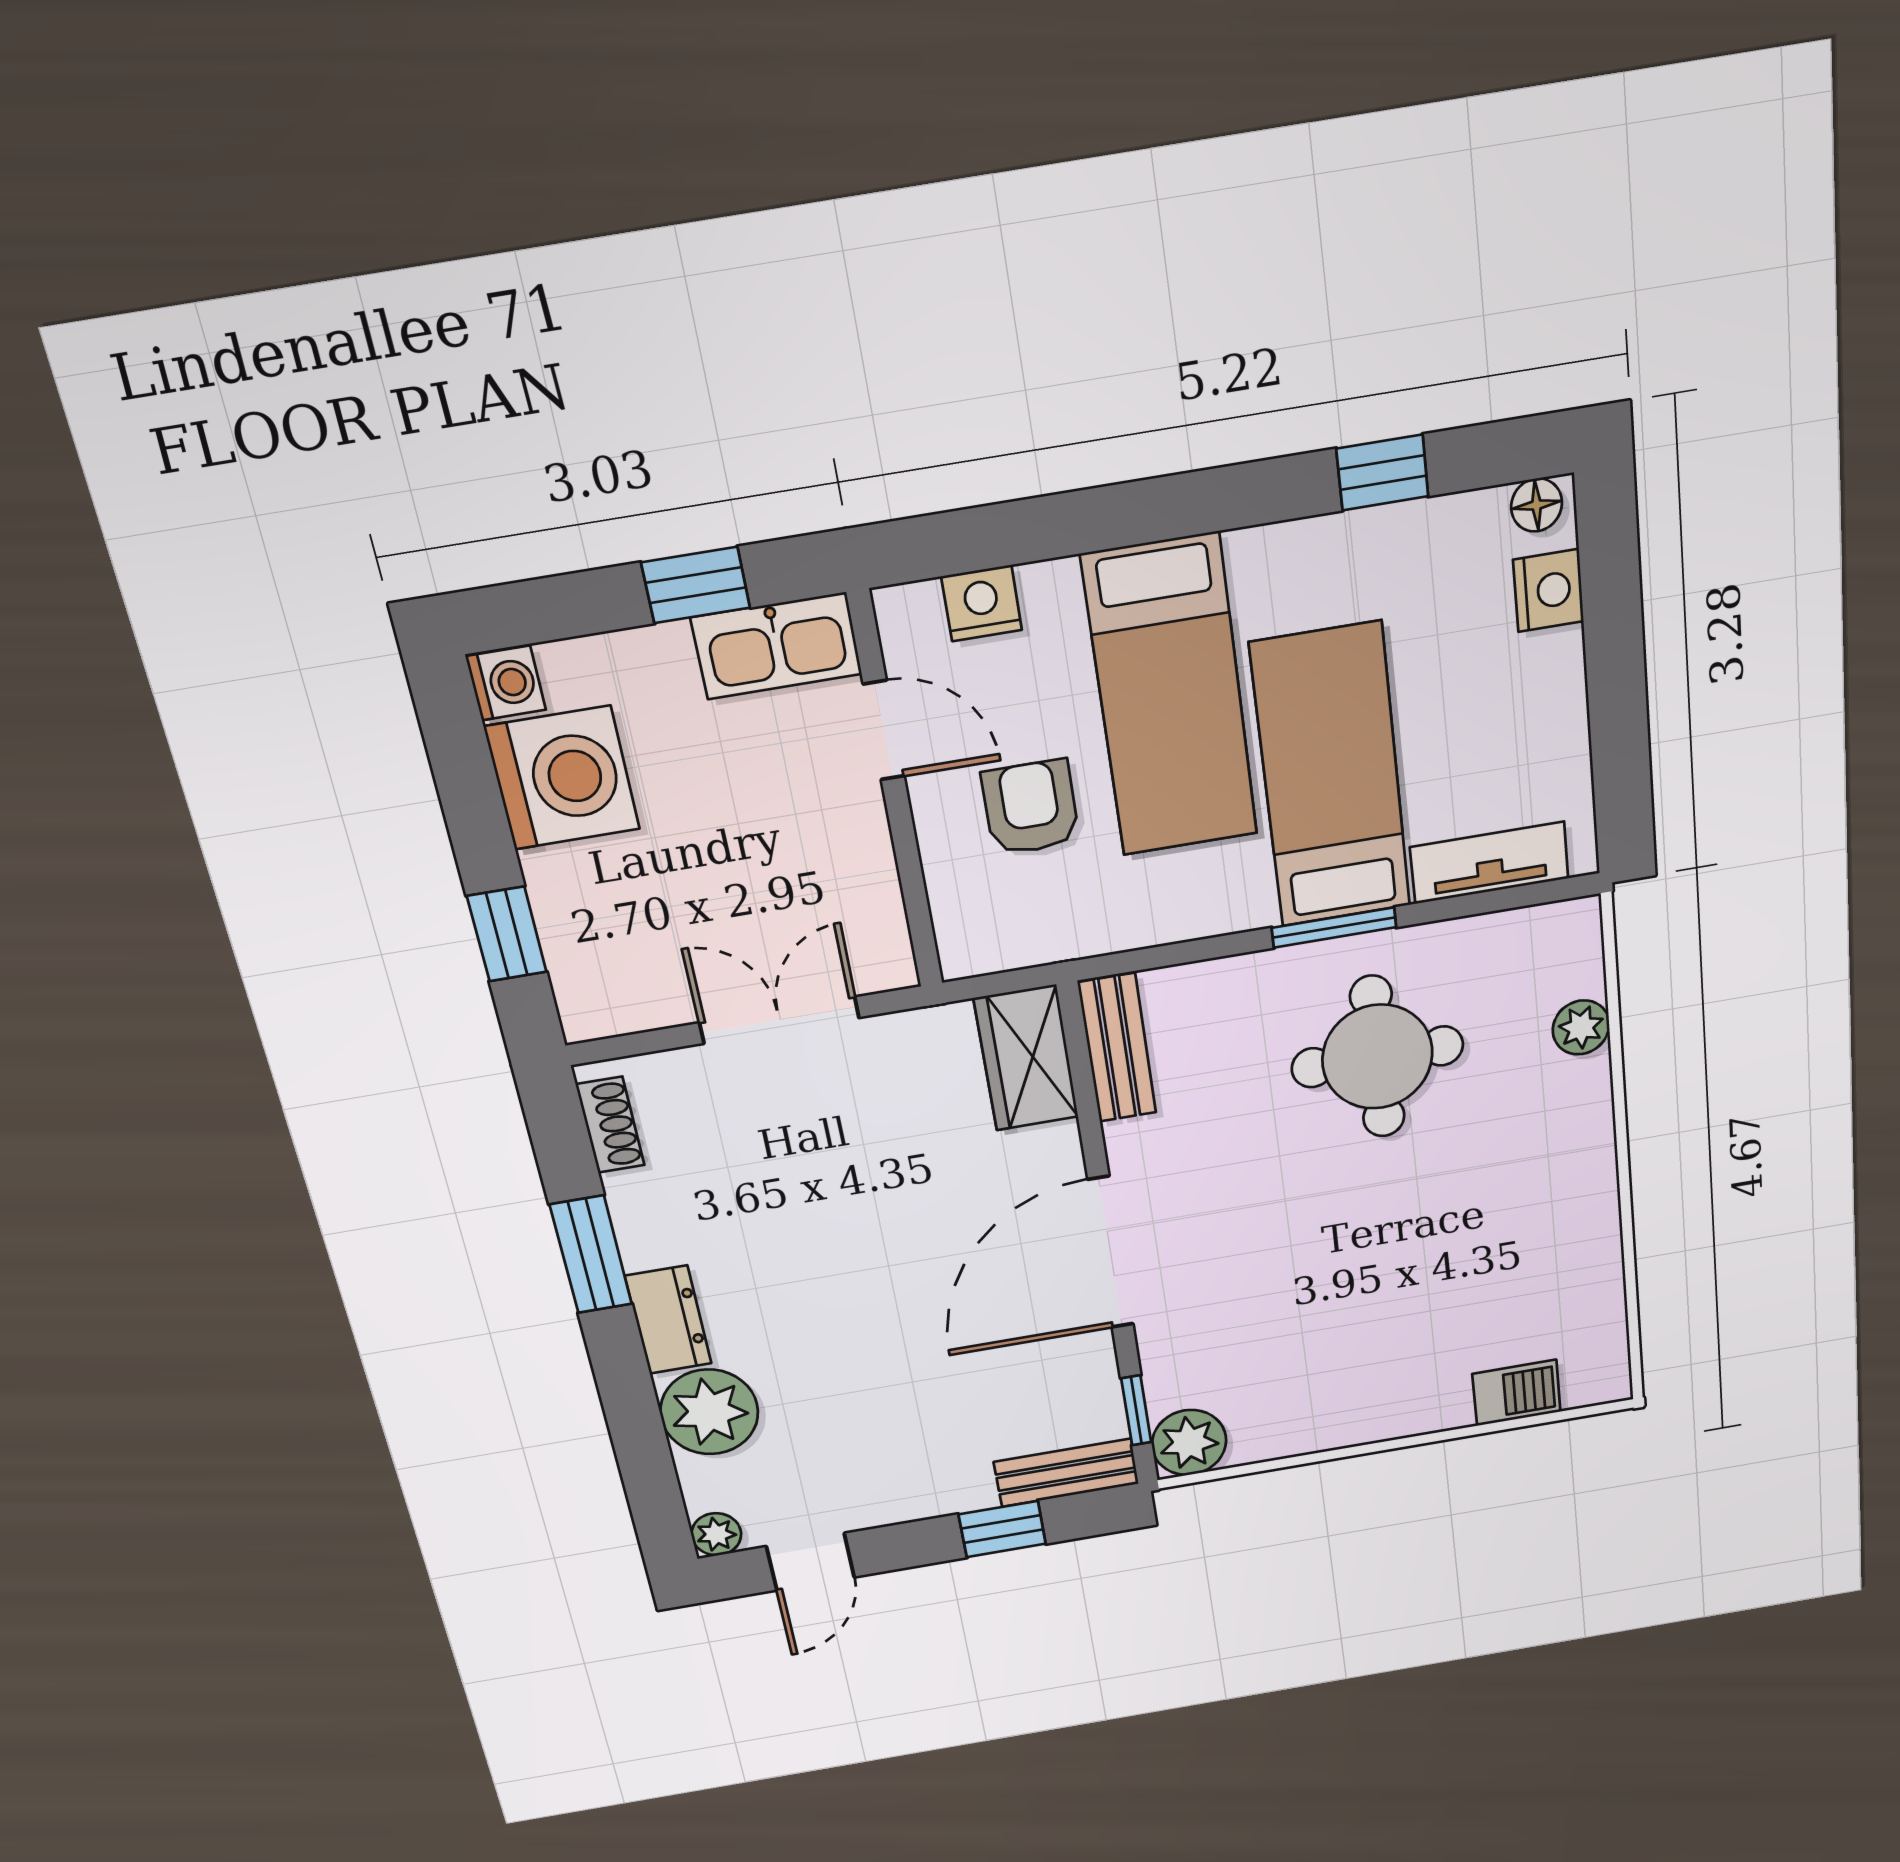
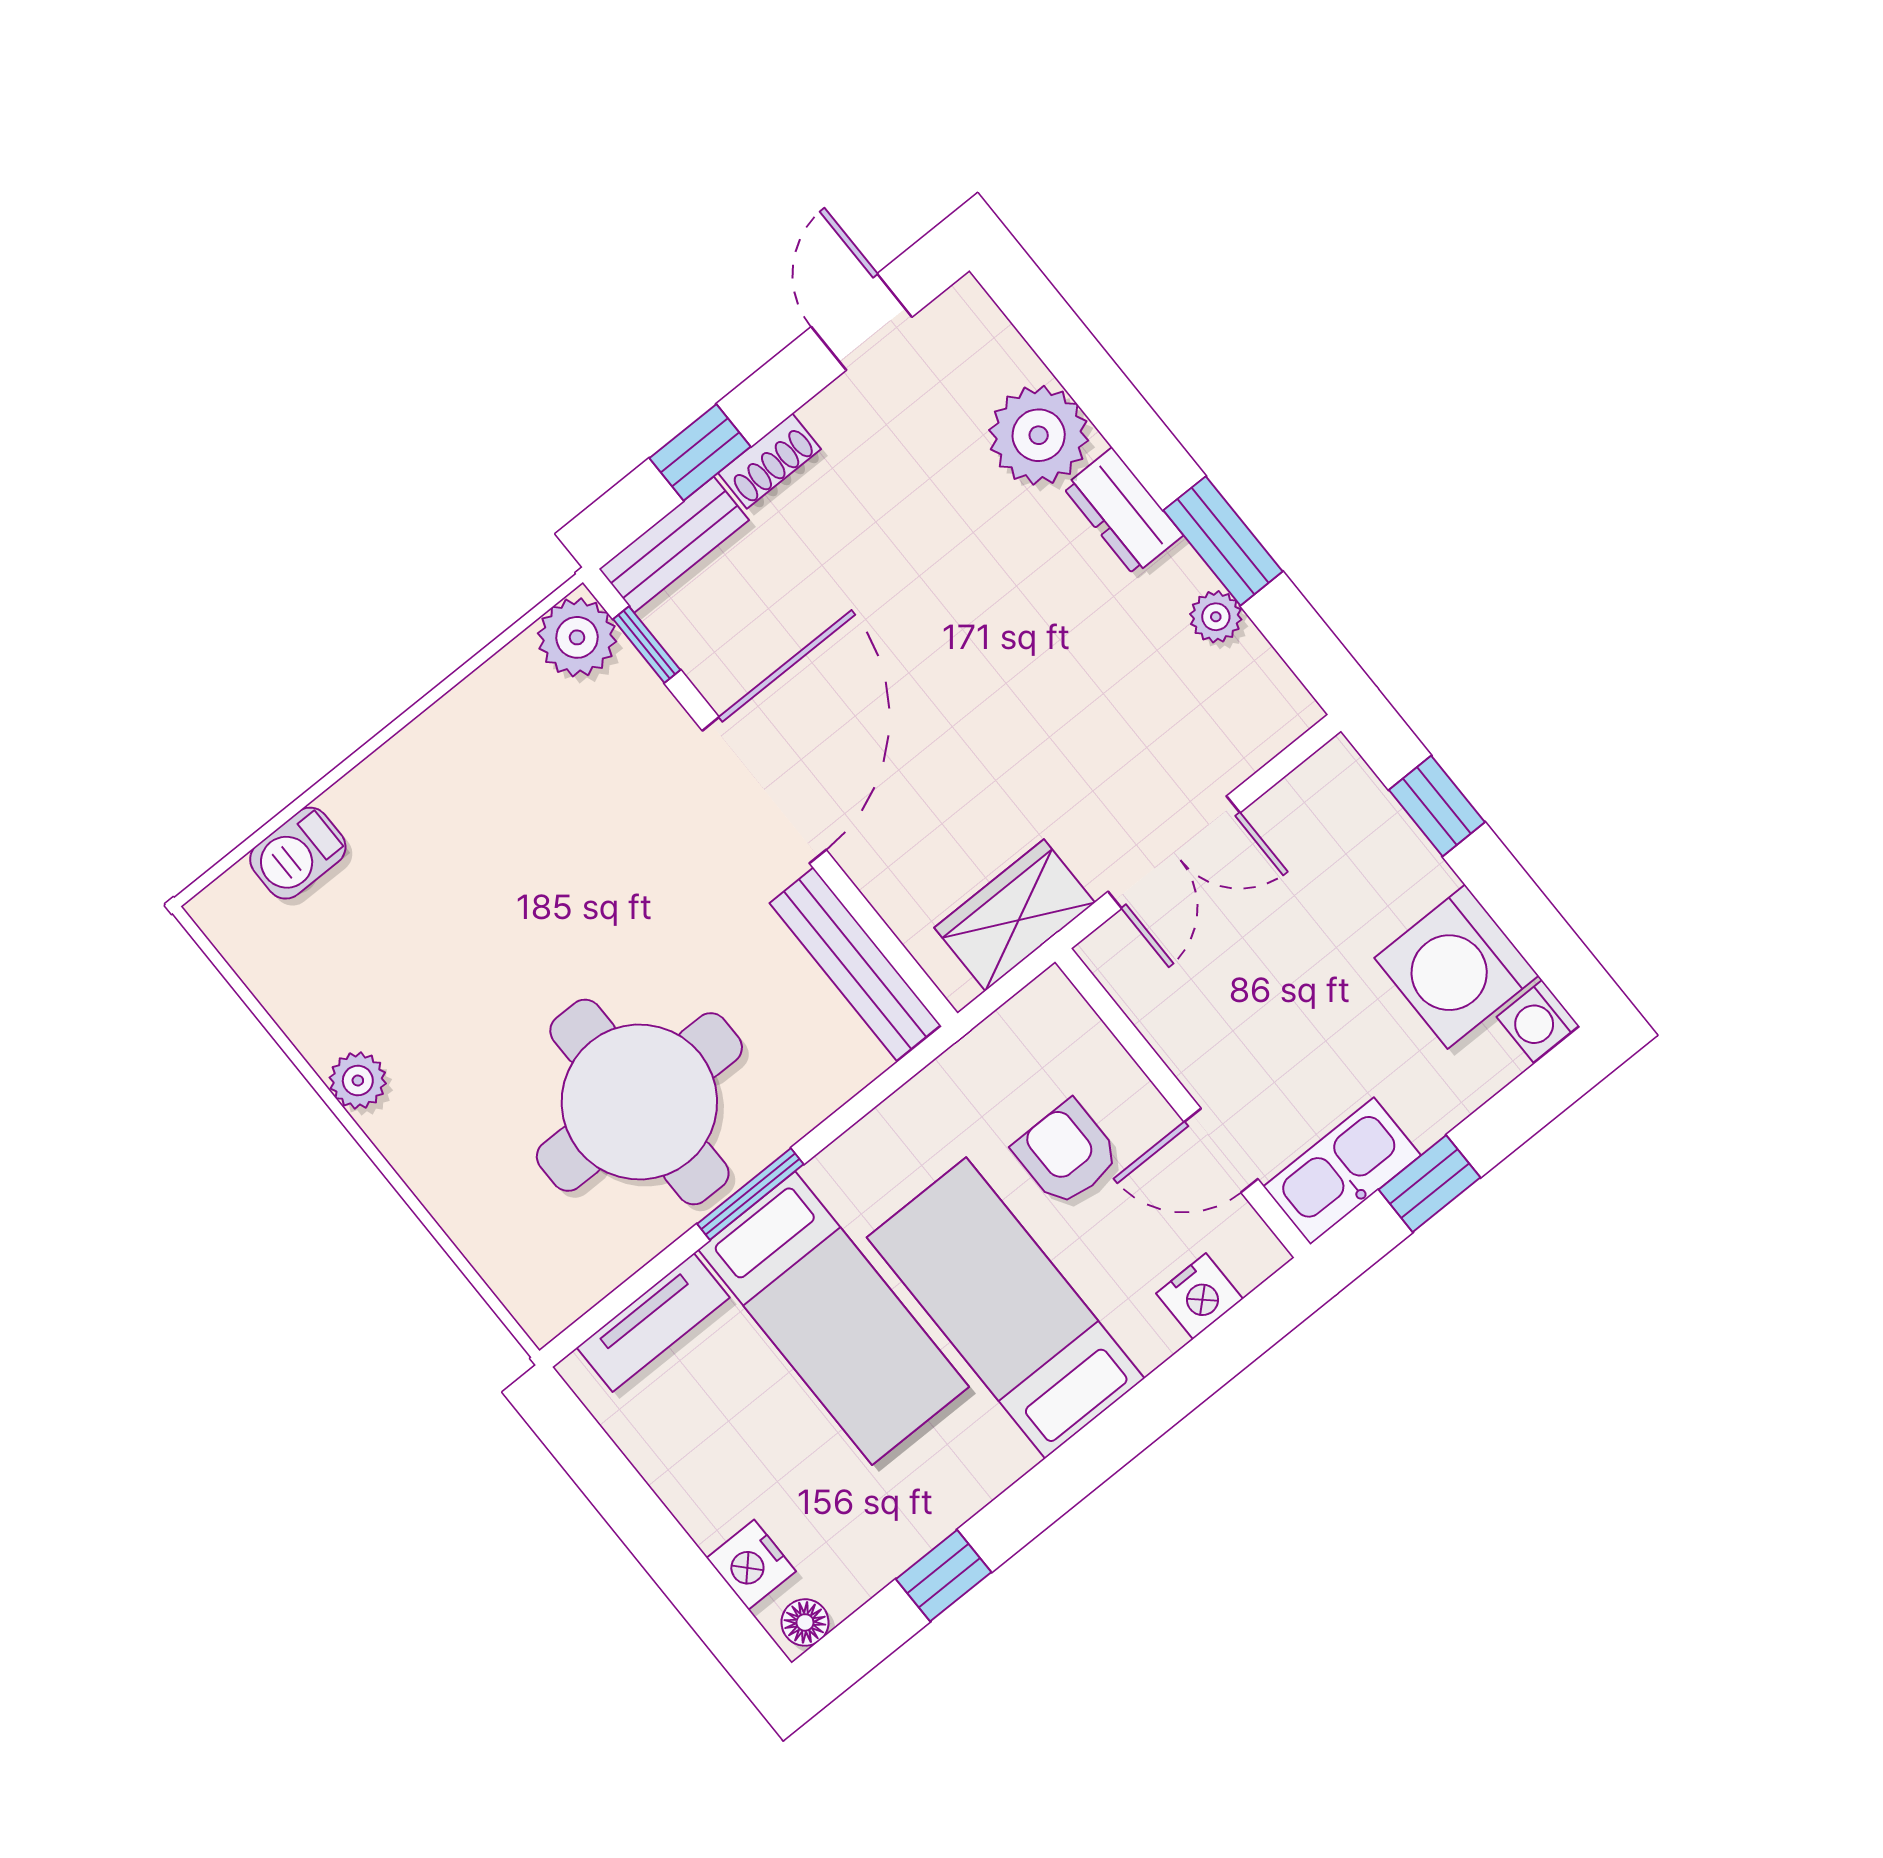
armchair: (1031, 808) -> (1067, 1153), turned 180
plant: (1581, 1027) -> (358, 1080), moved
bench: (1117, 1048) -> (855, 964), width x1.36
round table: (1377, 1057) -> (639, 1102), width x1.36, depth x1.36
wardrobe: (1026, 1058) -> (1015, 915), moved, turned -90
shoe rack: (610, 1125) -> (770, 461), moved, turned -90
plant: (716, 1534) -> (1216, 617), moved

